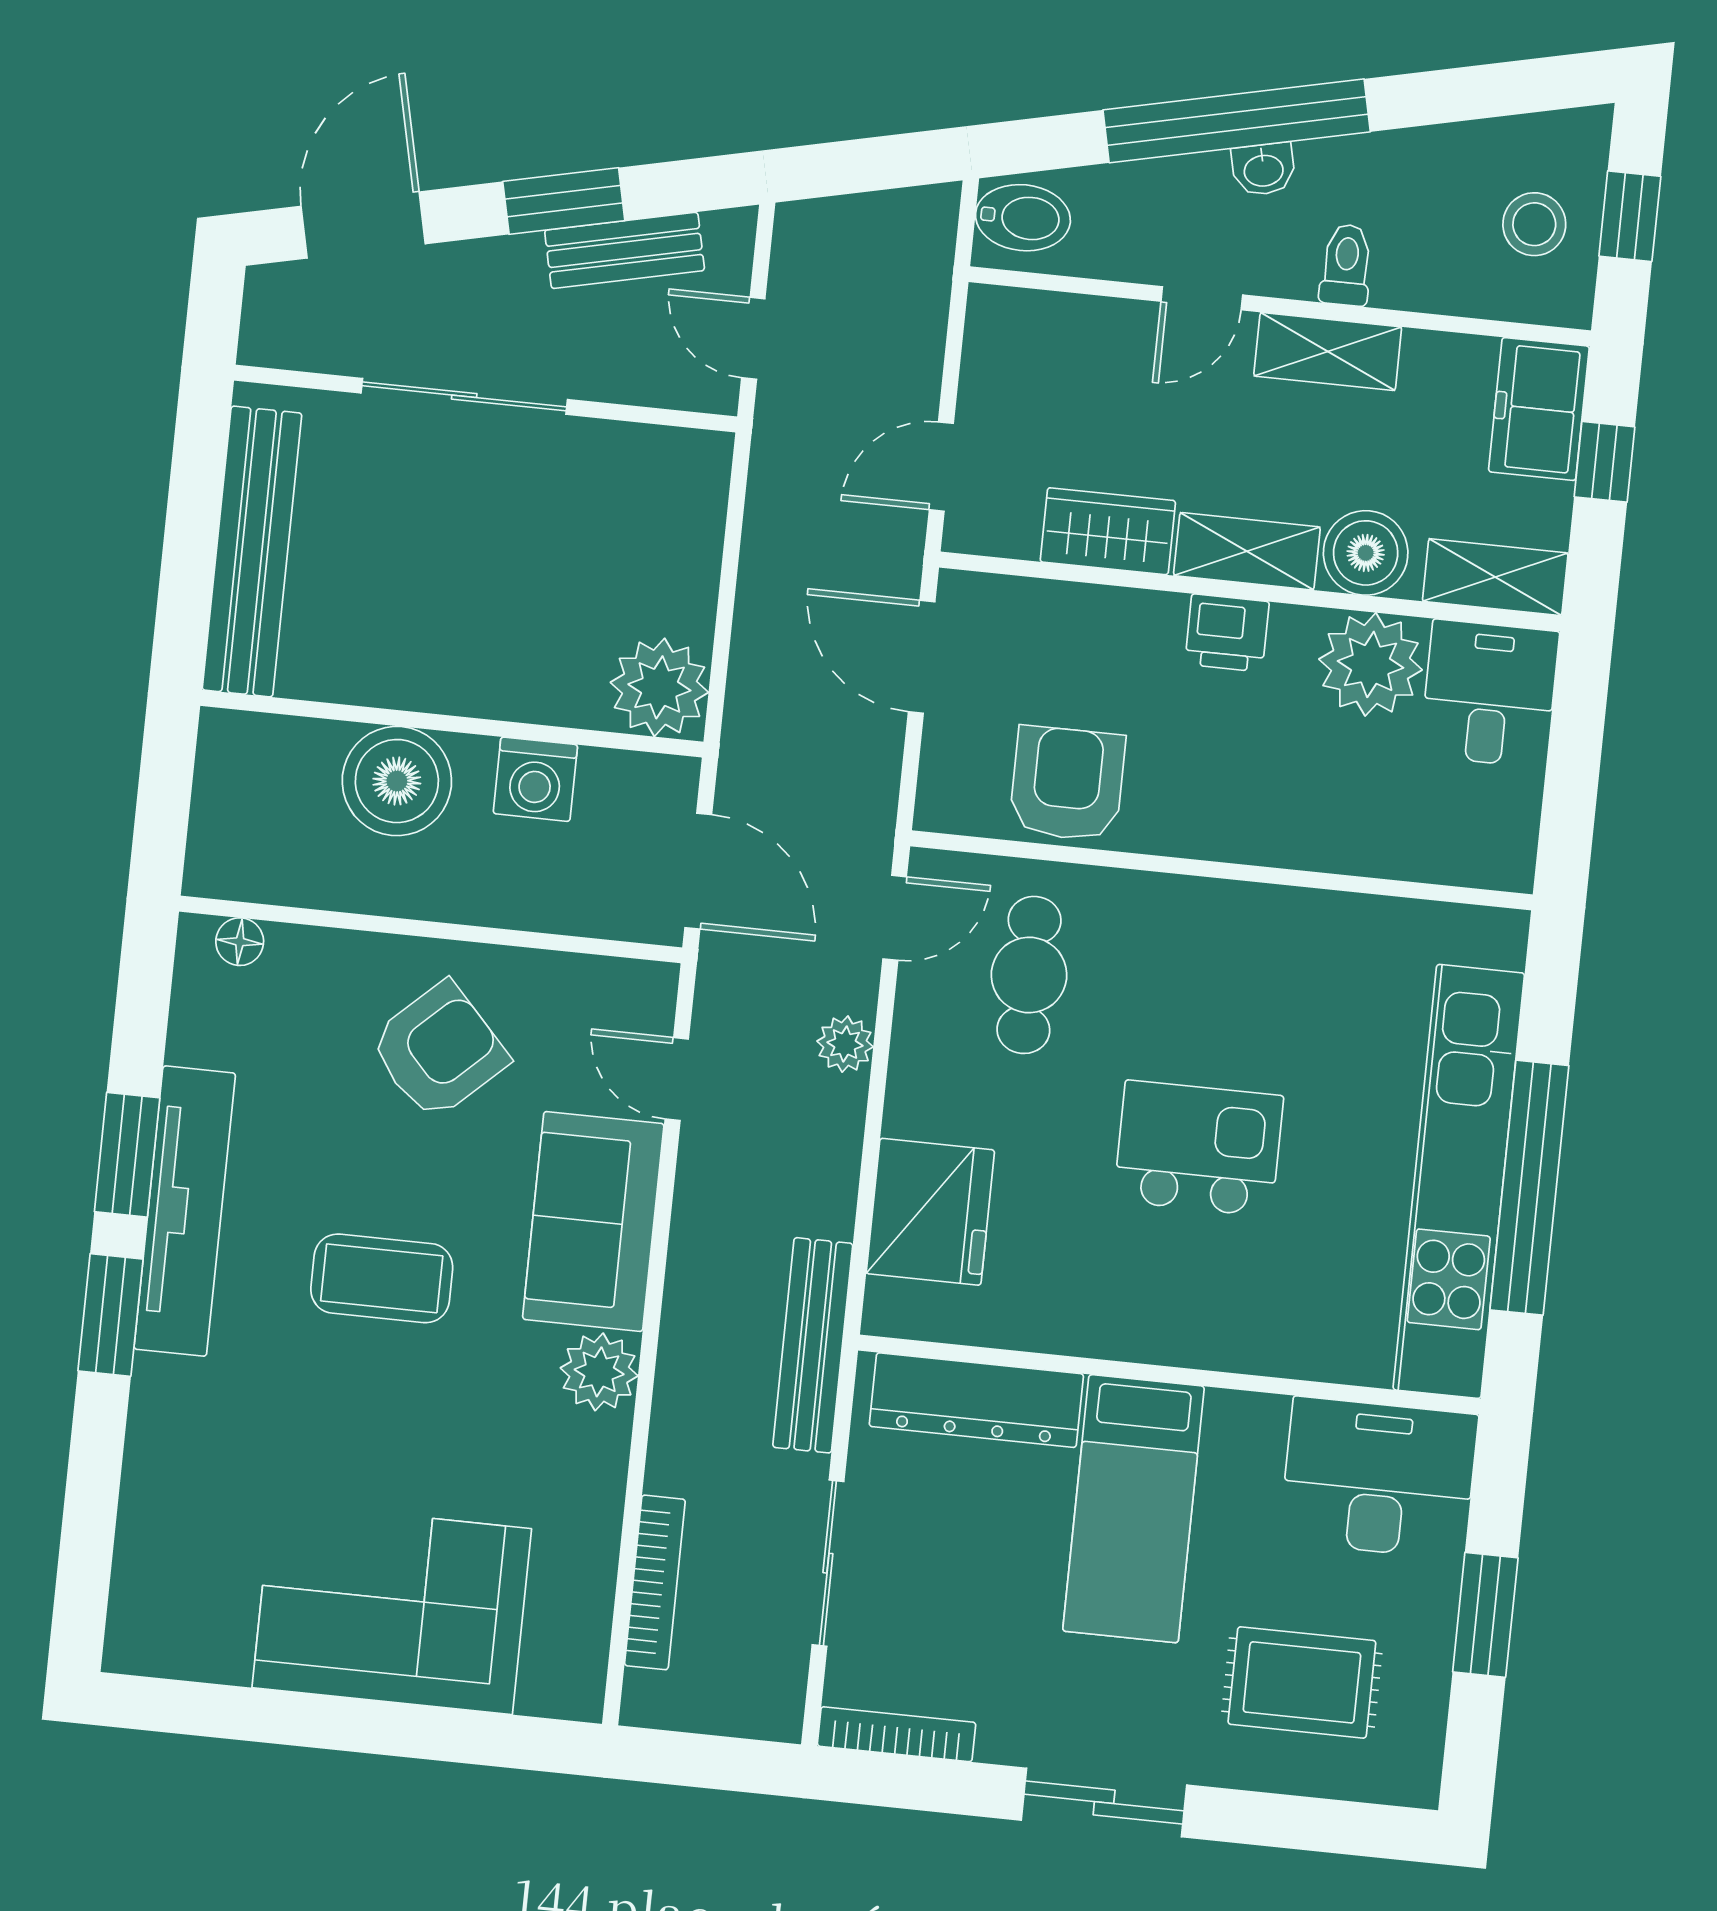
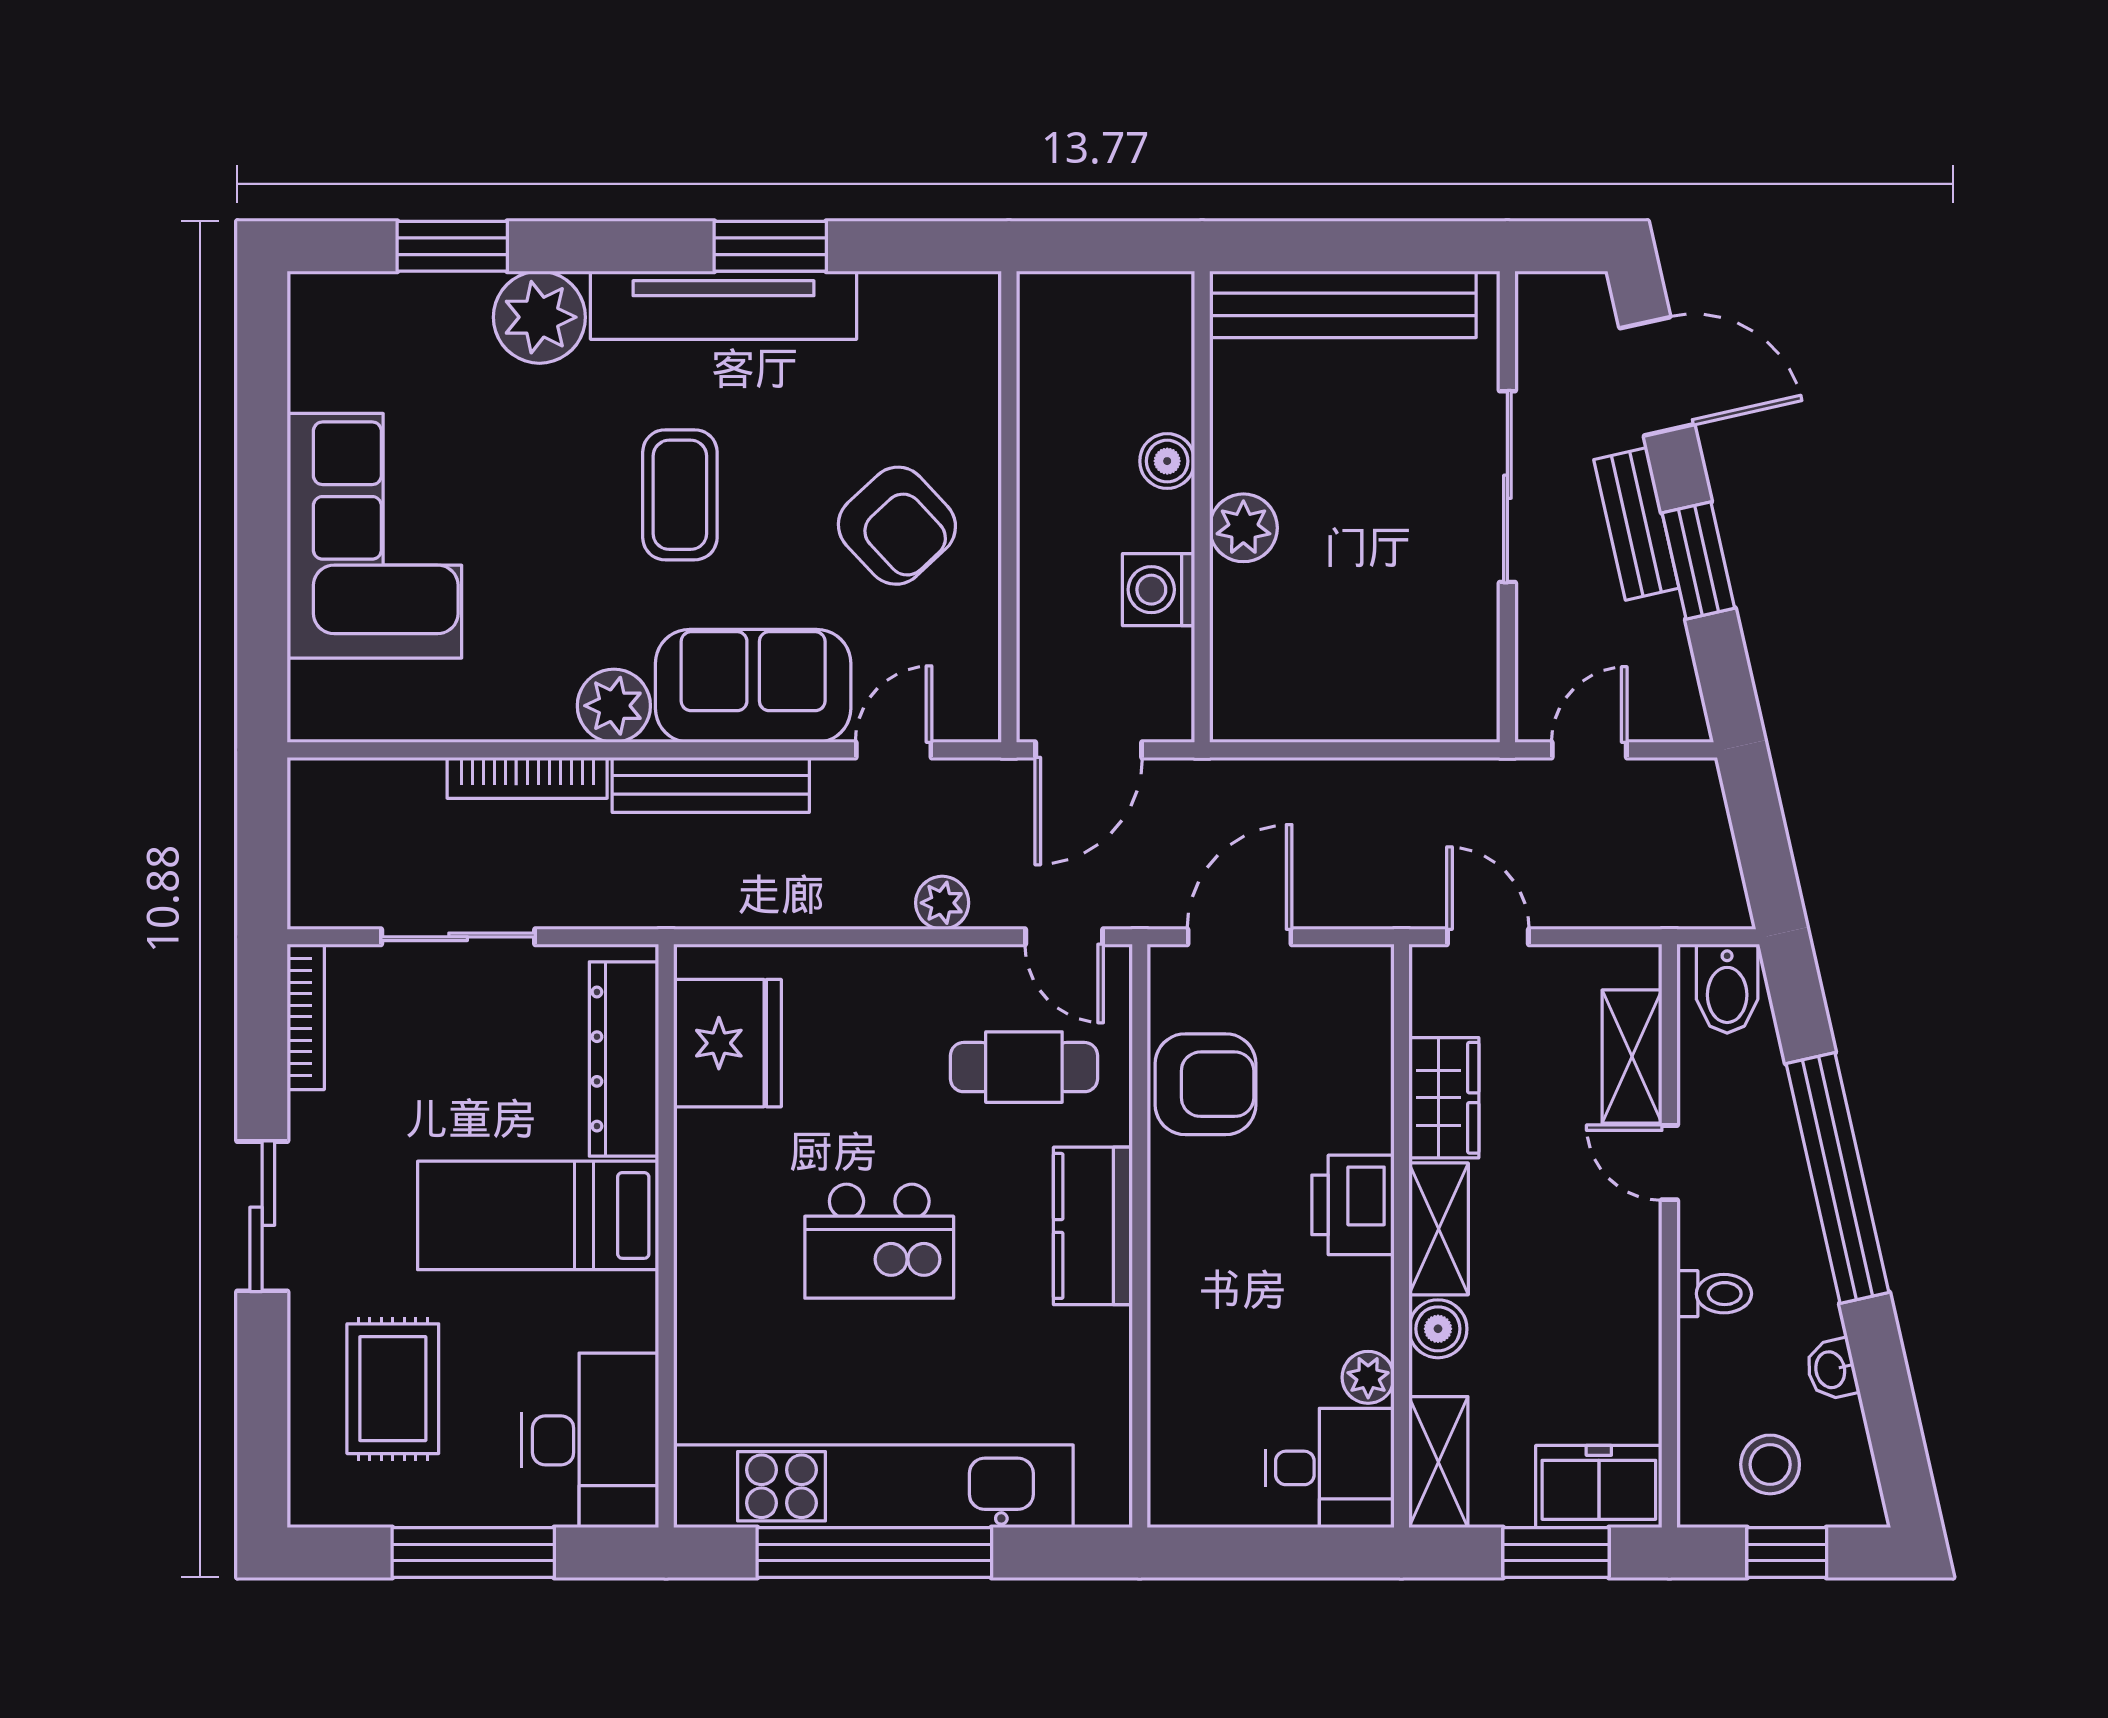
washbasin: (1263, 169) -> (1832, 1369), moved
bench: (625, 250) -> (1636, 524), moved
shelving: (1328, 351) -> (1632, 1056), moved
window: (1604, 462) -> (1556, 1553), width x1.50
boiler: (1366, 553) -> (1438, 1329), width x0.73, depth x0.73
printer: (1227, 633) -> (1353, 1205), width x1.36, depth x1.24
door: (922, 657) -> (1240, 937), moved
plant: (1371, 664) -> (1368, 1377), width x0.53, depth x0.53
plant: (659, 687) -> (1243, 528), moved, width x0.73, depth x0.73
boiler: (397, 781) -> (1167, 461), width x0.54, depth x0.54
kitchen counter: (1206, 919) -> (1093, 1226), added
floor lamp: (240, 942) -> (979, 330), removed
kitchen island: (1198, 1148) -> (879, 1241), turned 90
fridge: (930, 1212) -> (727, 1043), moved, turned -90
window: (110, 1315) -> (452, 246), moved
bench: (813, 1345) -> (711, 785), moved
plant: (177, 1408) -> (539, 317), added
bookcase: (655, 1582) -> (527, 778), moved
window: (1485, 1615) -> (473, 1553), width x1.44

